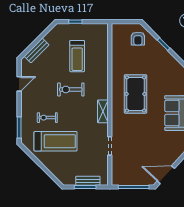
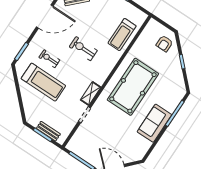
treadmill: (77, 56) -> (122, 35), moved
door: (19, 84) -> (45, 17), width x1.88
pool table: (135, 94) -> (133, 87), width x1.36, depth x1.32
shelving: (103, 111) -> (91, 93), moved

